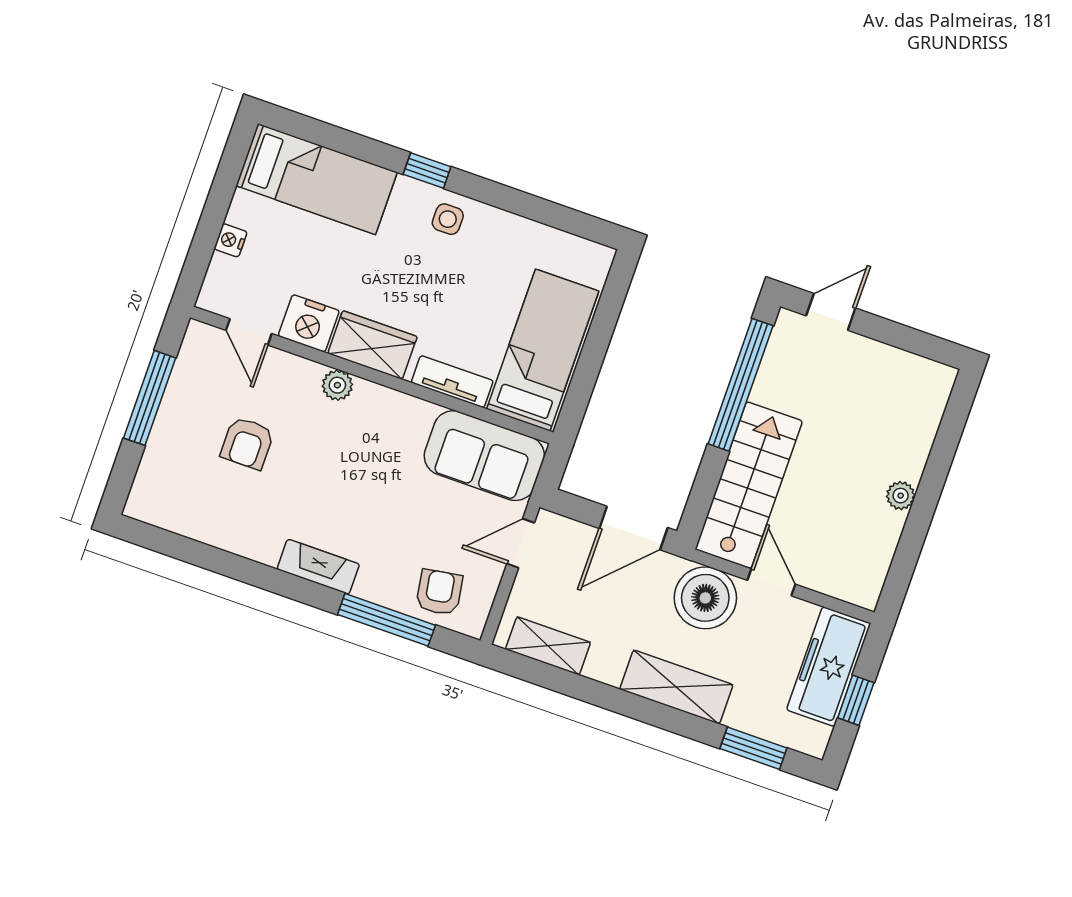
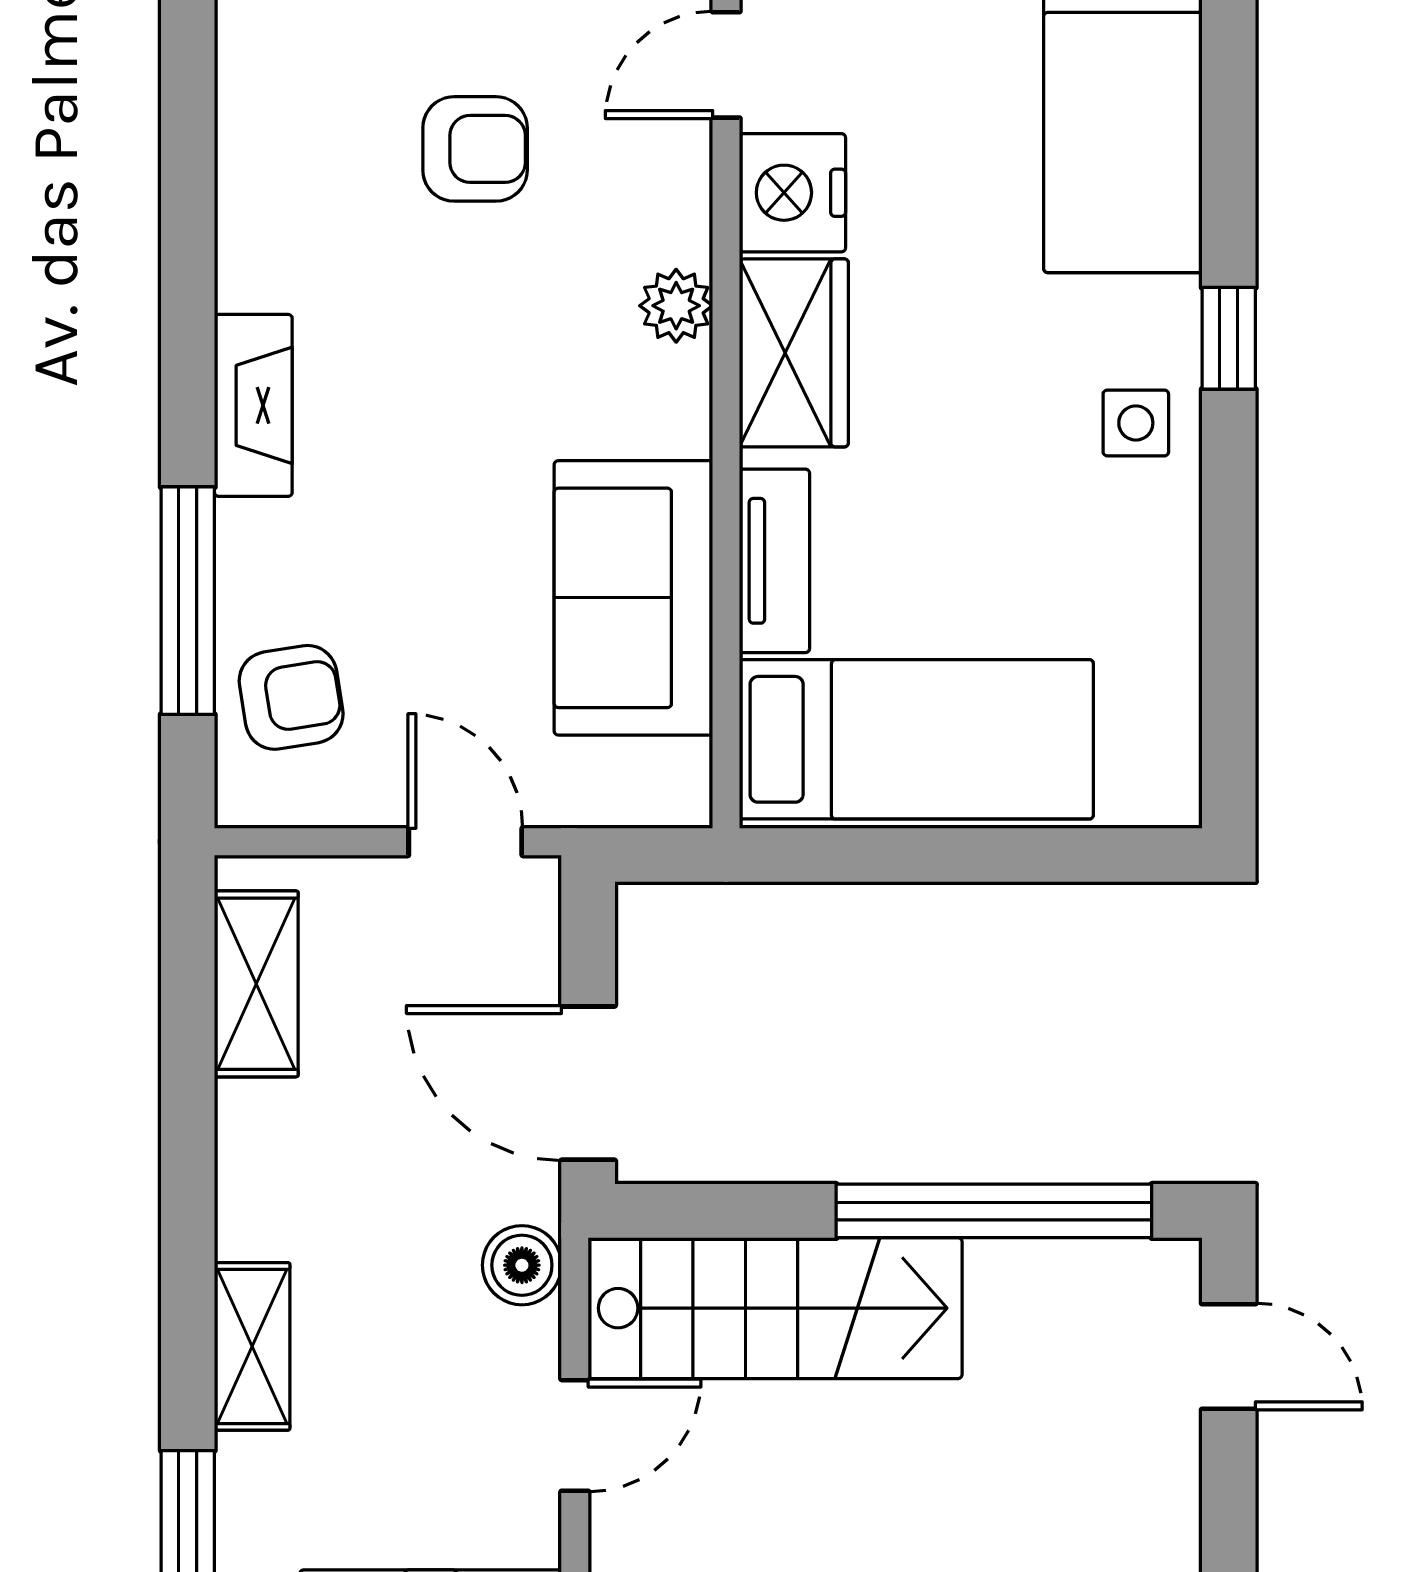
armchair: (247, 443) -> (475, 149), turned 180
sofa: (484, 456) -> (633, 598), moved
boiler: (705, 598) -> (522, 1265), width x0.54, depth x0.54
shelving: (676, 687) -> (252, 1346), width x0.67, depth x0.75

